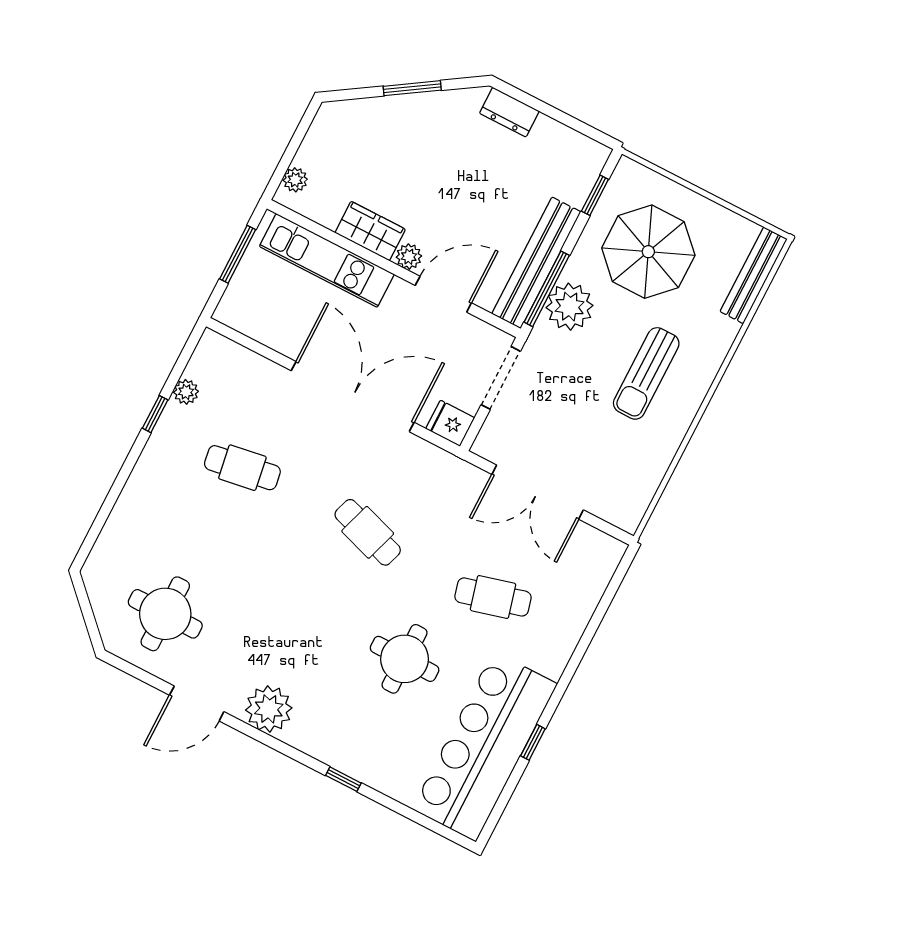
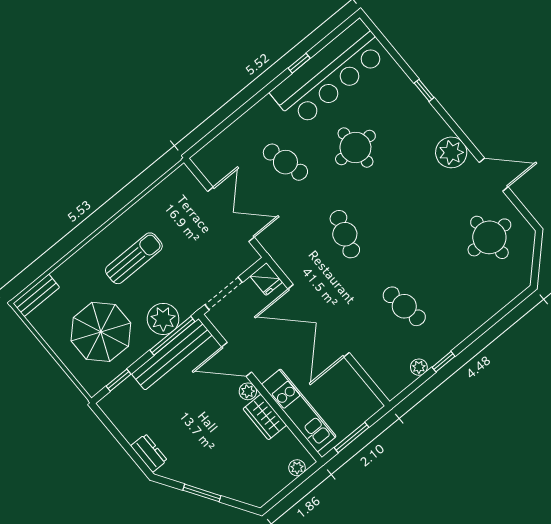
bench: (754, 275) -> (36, 295), width x0.73

